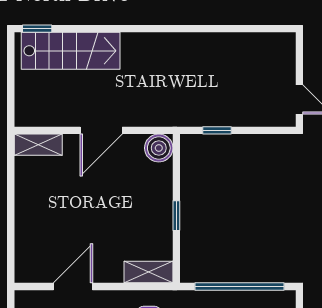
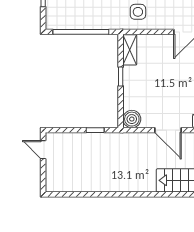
door: (101, 130) -> (168, 130), swing flipped
shelving: (149, 272) -> (130, 50), moved, turned 90

